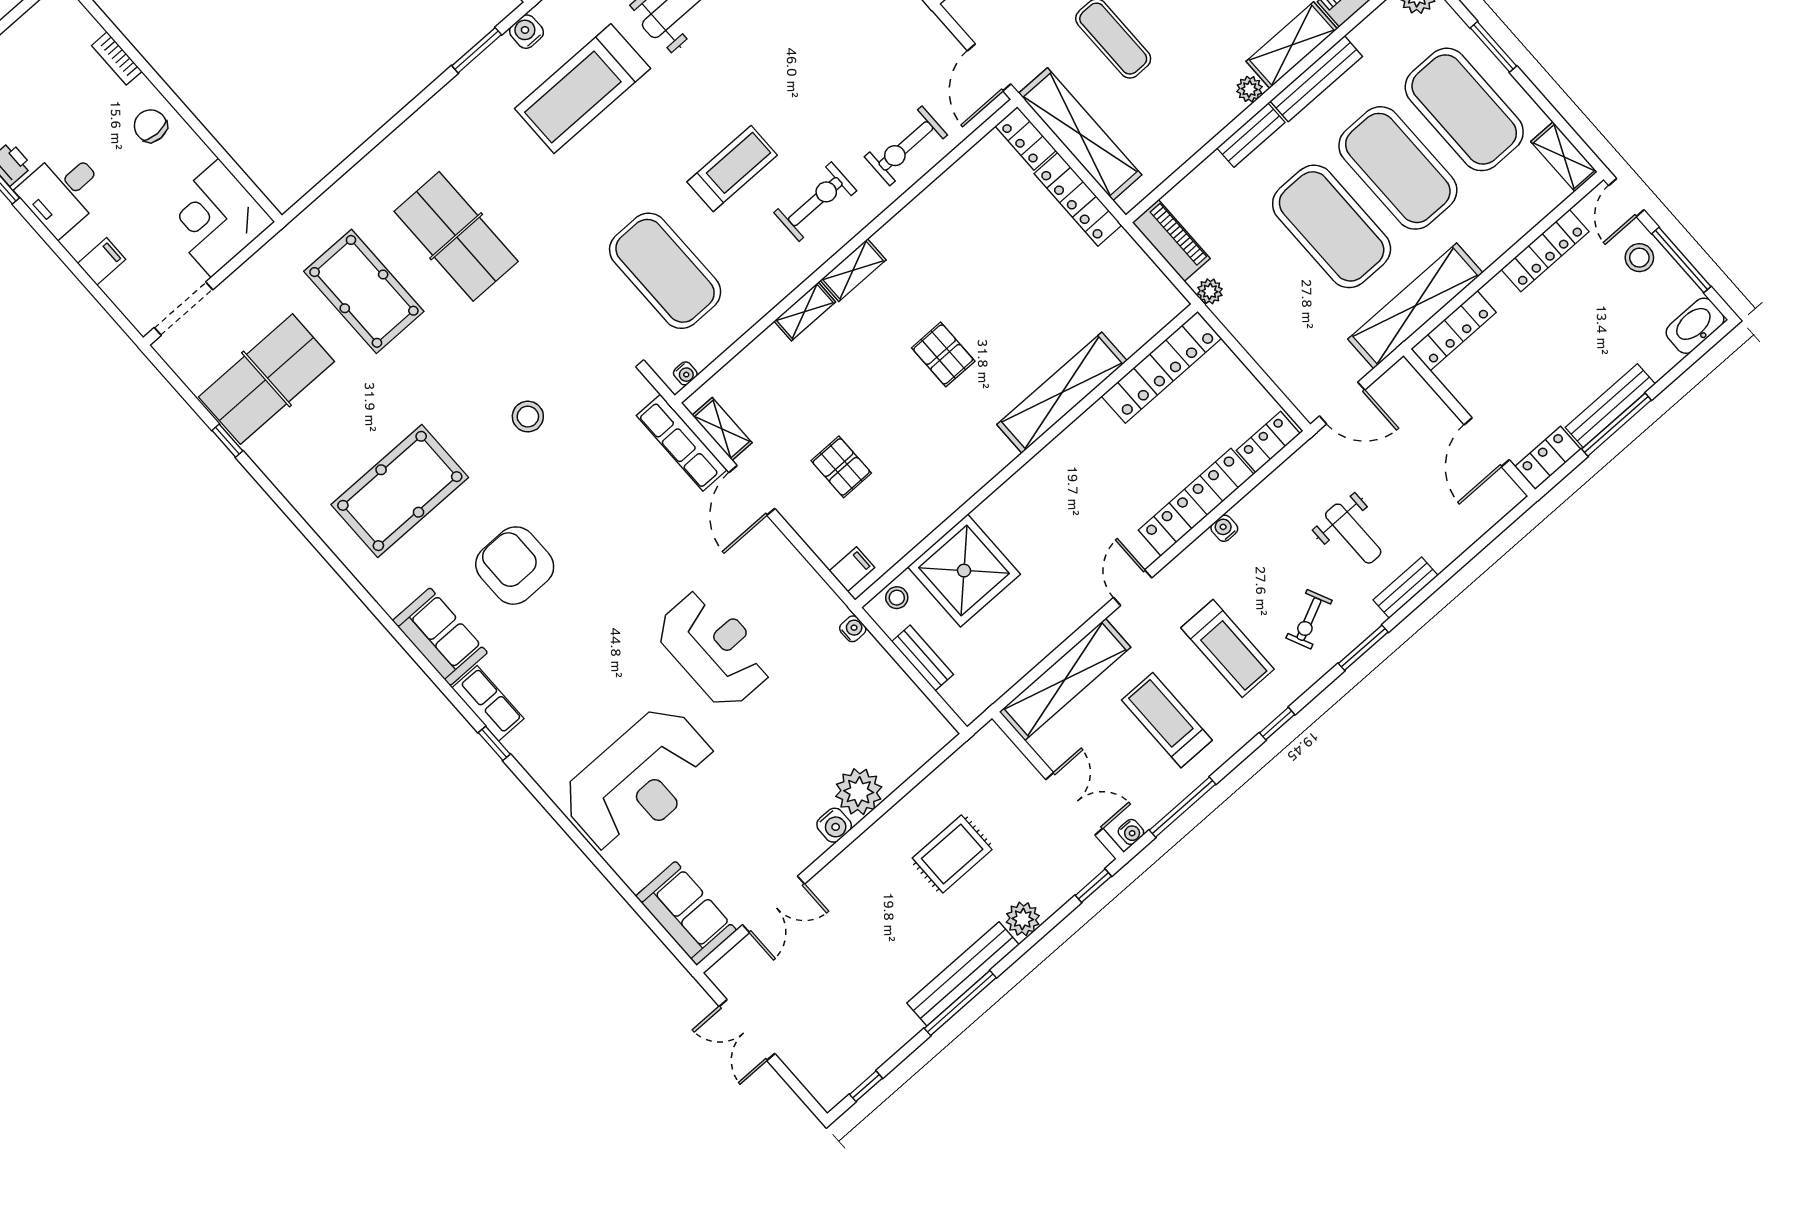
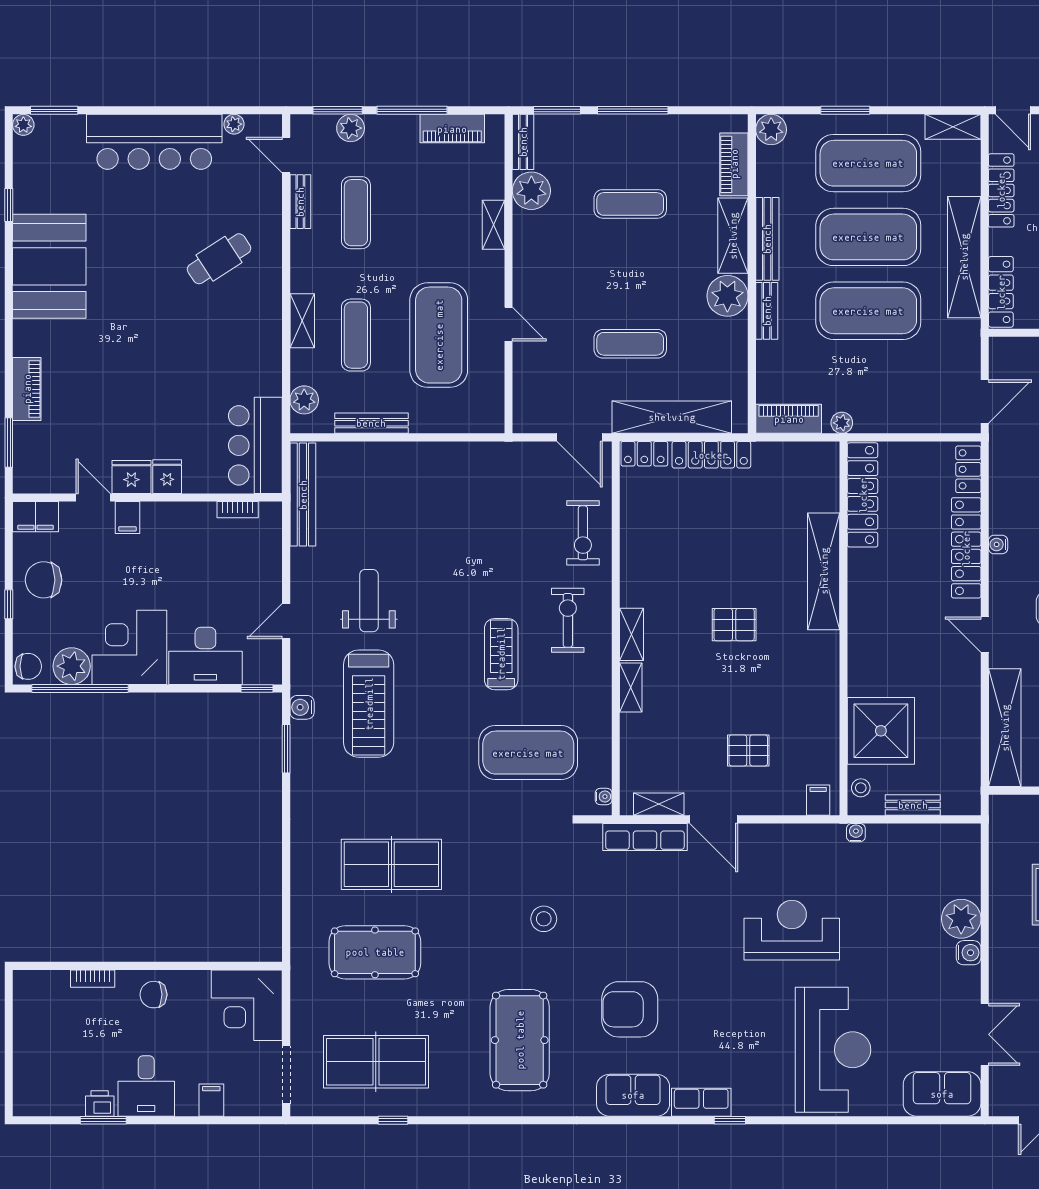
plant: (1249, 89) -> (727, 296), width x1.88, depth x1.88
shelving: (1415, 306) -> (964, 257), moved
table tennis table: (266, 379) -> (376, 1062), turned 90

